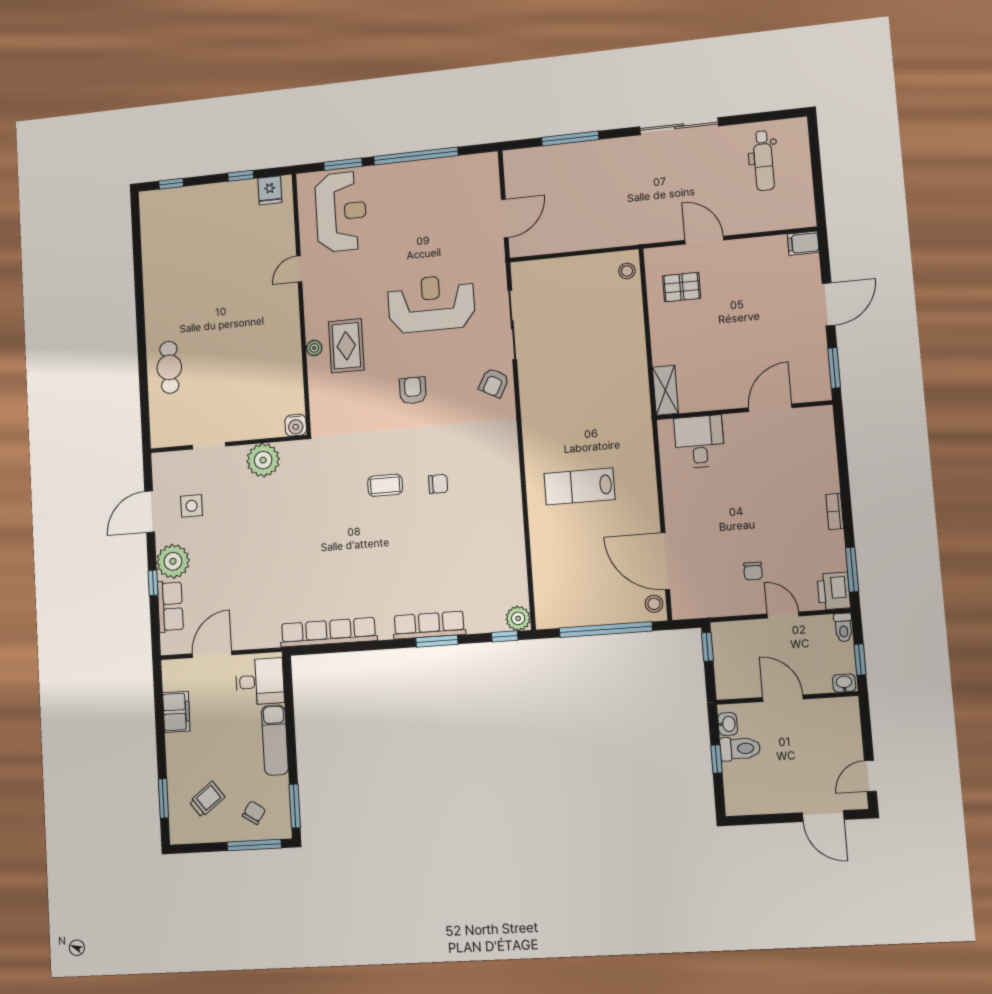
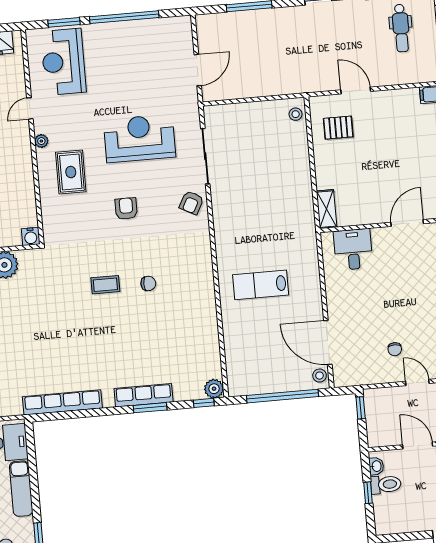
reception desk: (341, 212) -> (63, 62), turned 180
plant: (314, 348) -> (41, 141), moved

